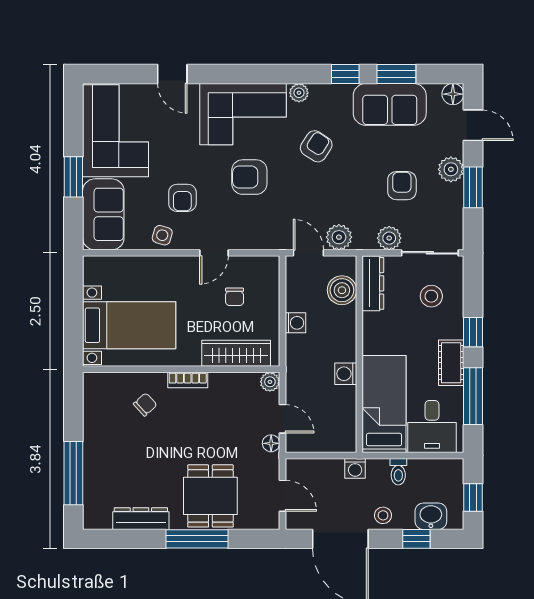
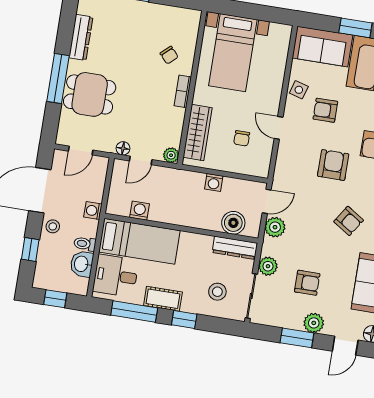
chair: (235, 297) -> (242, 138), turned -90
washing machine: (346, 374) -> (140, 211), moved
washbasin: (431, 516) -> (82, 264), moved, turned 180

